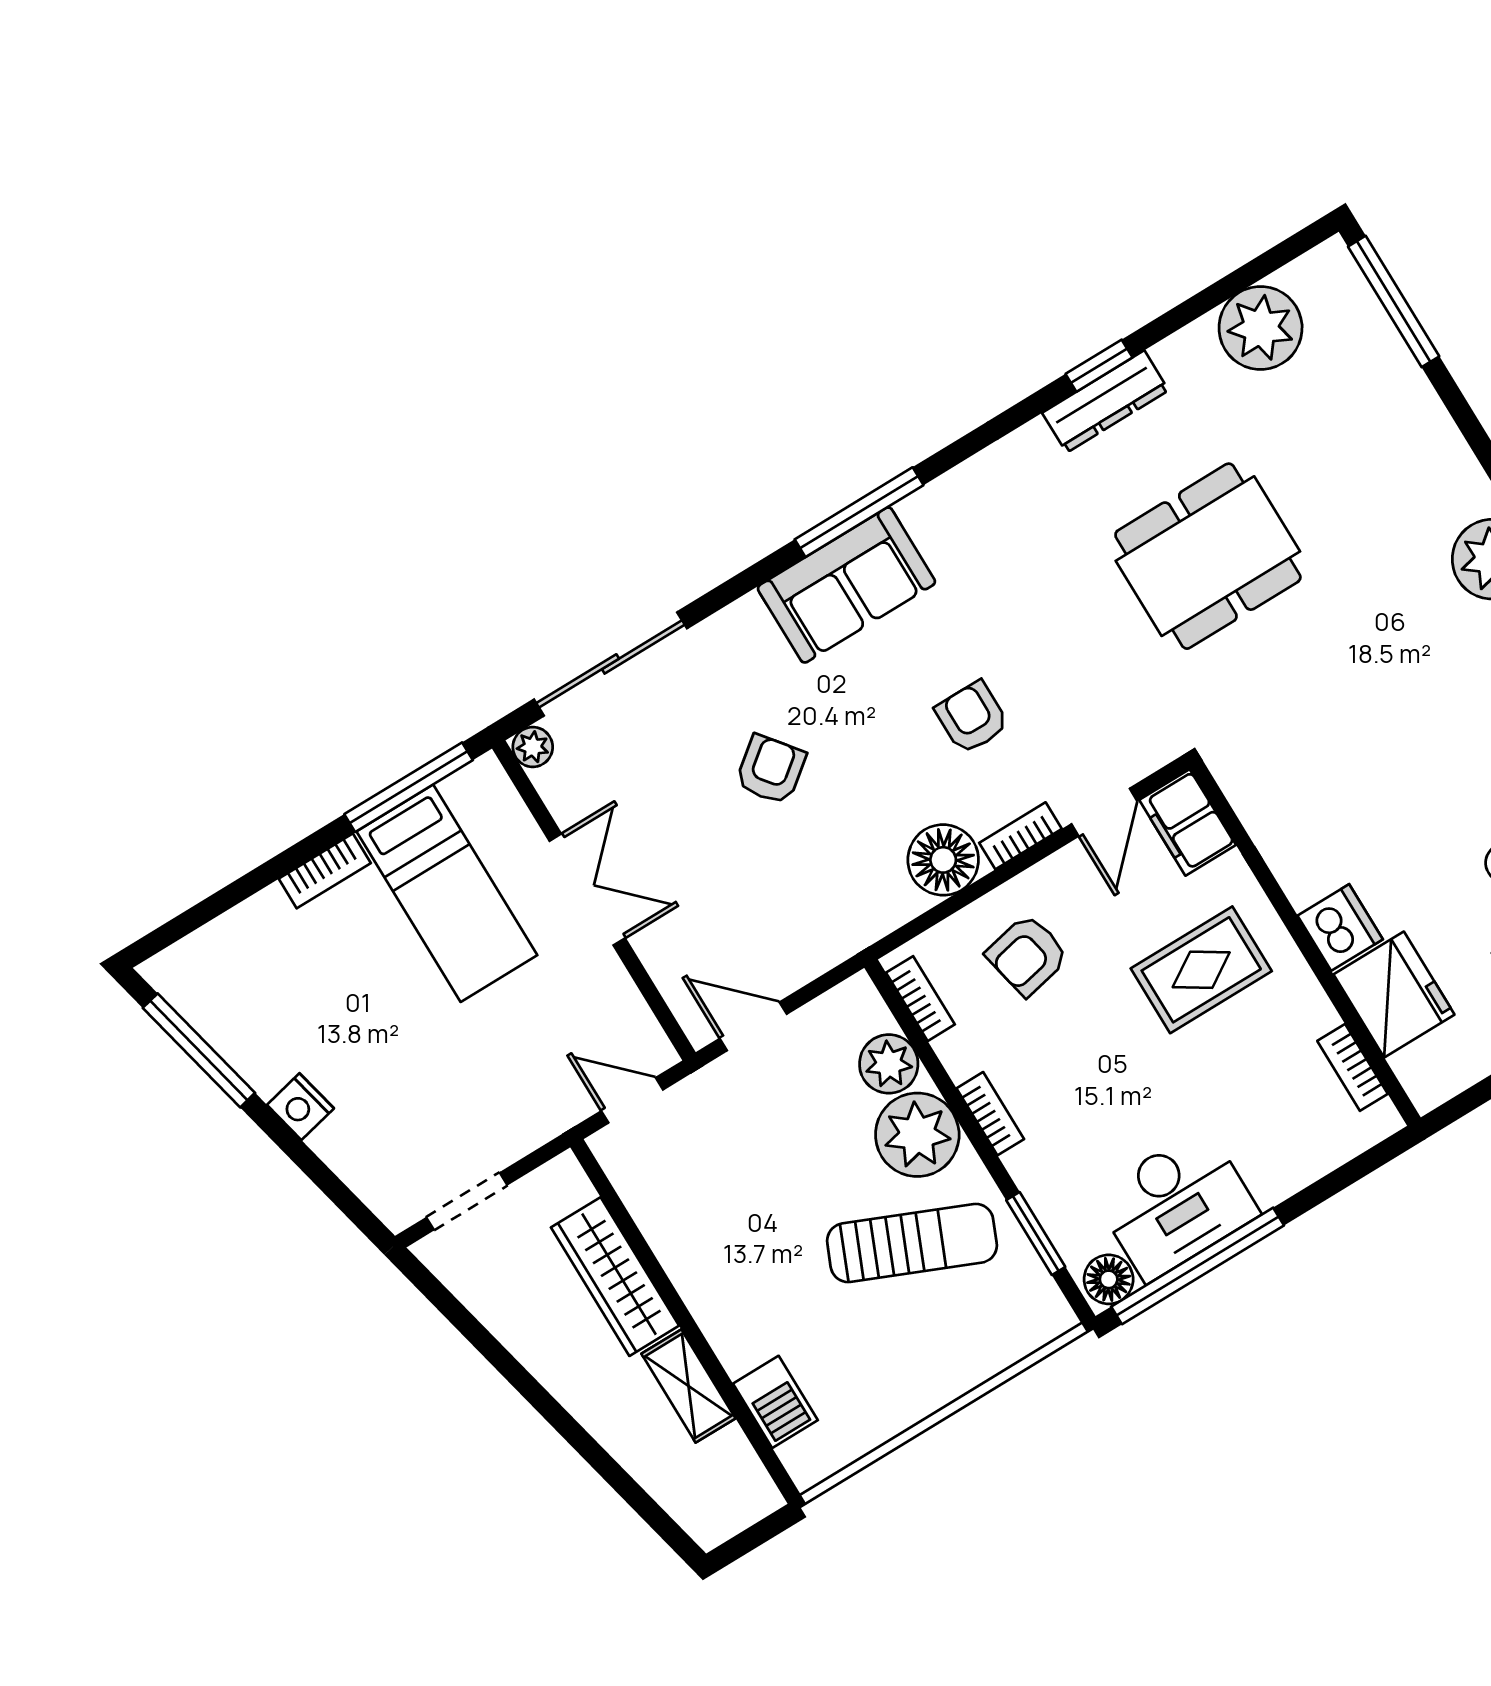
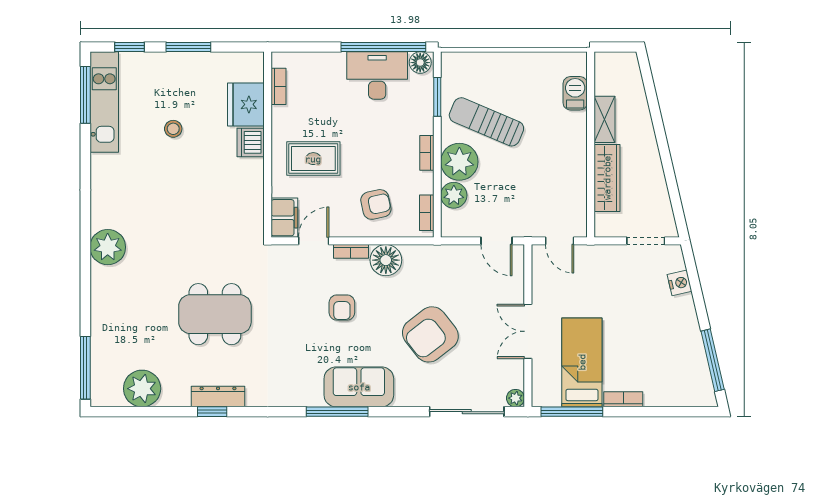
armchair: (771, 770) -> (430, 334), width x1.88, depth x1.88
nightstand: (300, 1107) -> (680, 283), moved

